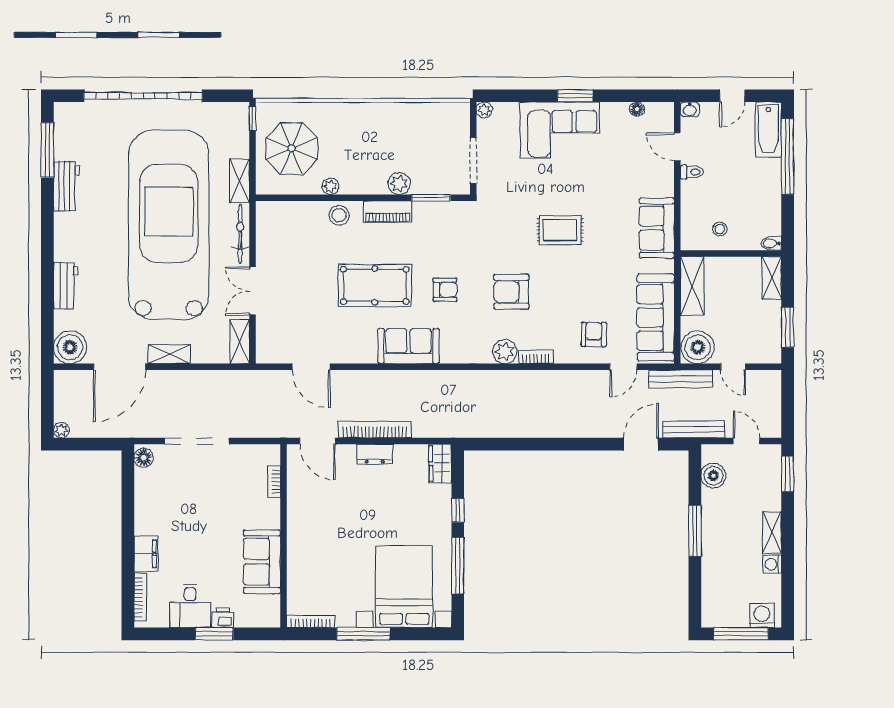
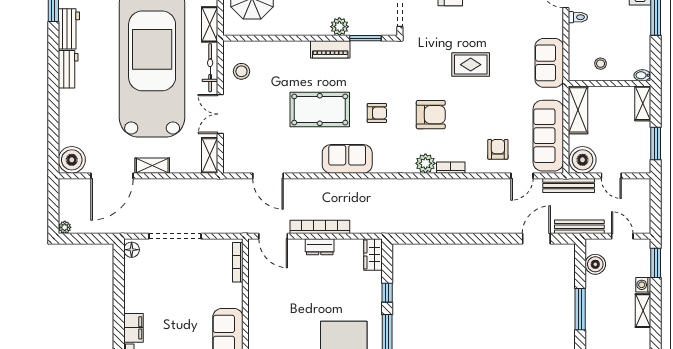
plant: (330, 186) -> (284, 29), removed
stool: (339, 215) -> (241, 71), moved
workbench: (66, 286) -> (68, 69), moved
armchair: (511, 292) -> (431, 115), turned 180
bookcase: (274, 482) -> (238, 262), width x1.56
washing machine: (772, 564) -> (643, 285), moved

